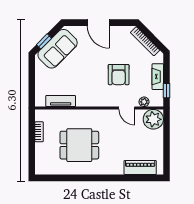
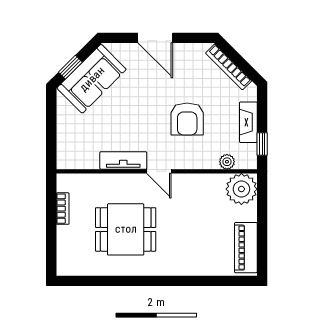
tv unit: (61, 101) -> (123, 161), moved
door: (127, 108) -> (159, 171), moved
piano: (140, 168) -> (246, 248), moved, turned -90

